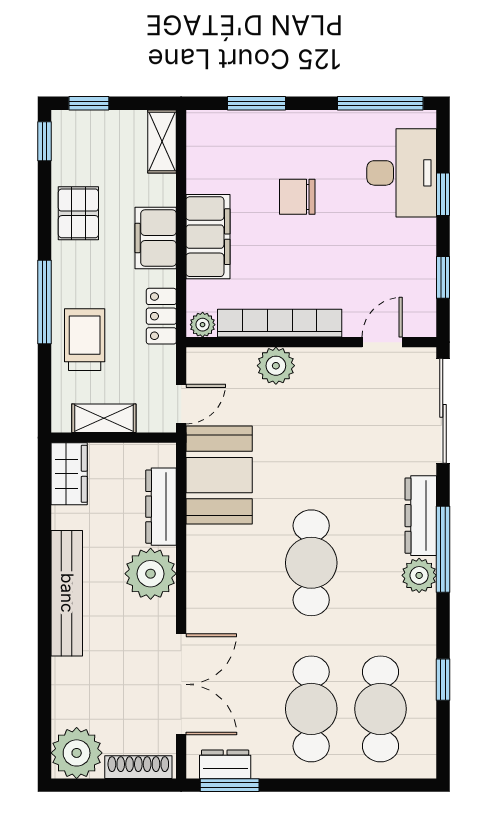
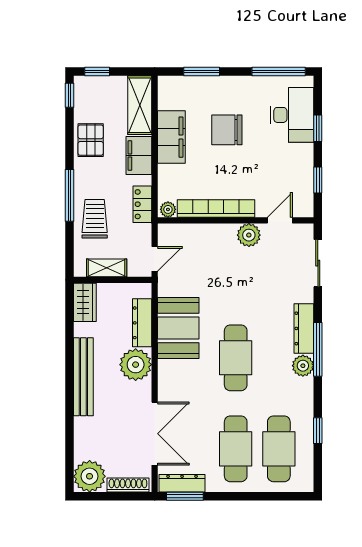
shelving: (162, 141) -> (140, 105), width x1.50, depth x1.33
chair: (297, 197) -> (227, 130), width x1.37, depth x1.37
filing cabinet: (208, 237) -> (171, 137), moved
plant: (276, 366) -> (249, 235), moved
sliding door: (443, 411) -> (318, 263), width x0.73
booth: (219, 475) -> (178, 328), moved
dresser: (225, 764) -> (182, 483), width x1.44

